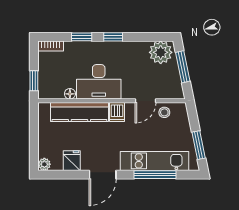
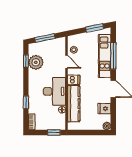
window: (113, 37) -> (26, 61), moved
plant: (161, 52) -> (36, 62), moved

